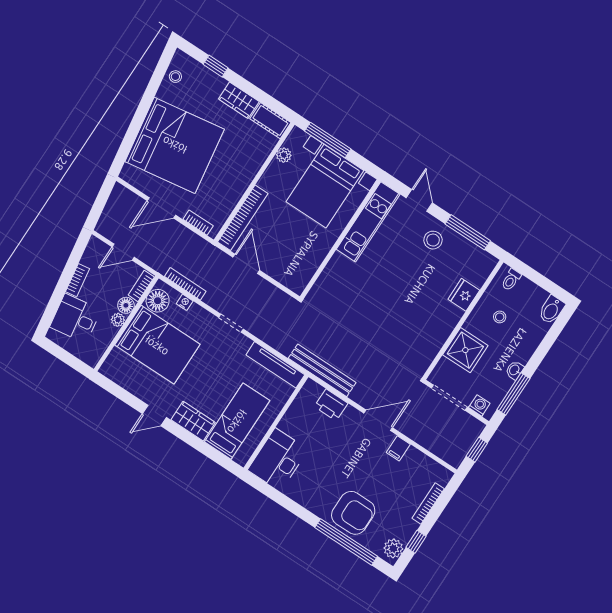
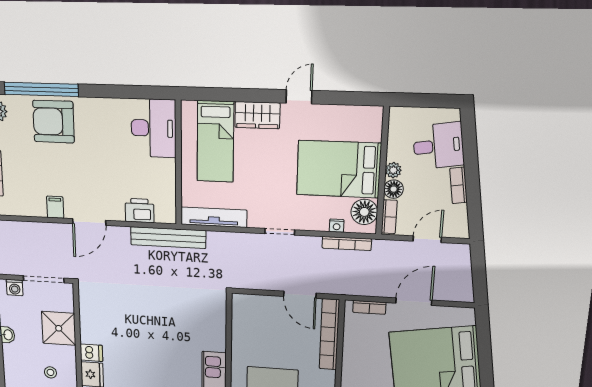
dishwasher: (451, 314) -> (91, 353), added

